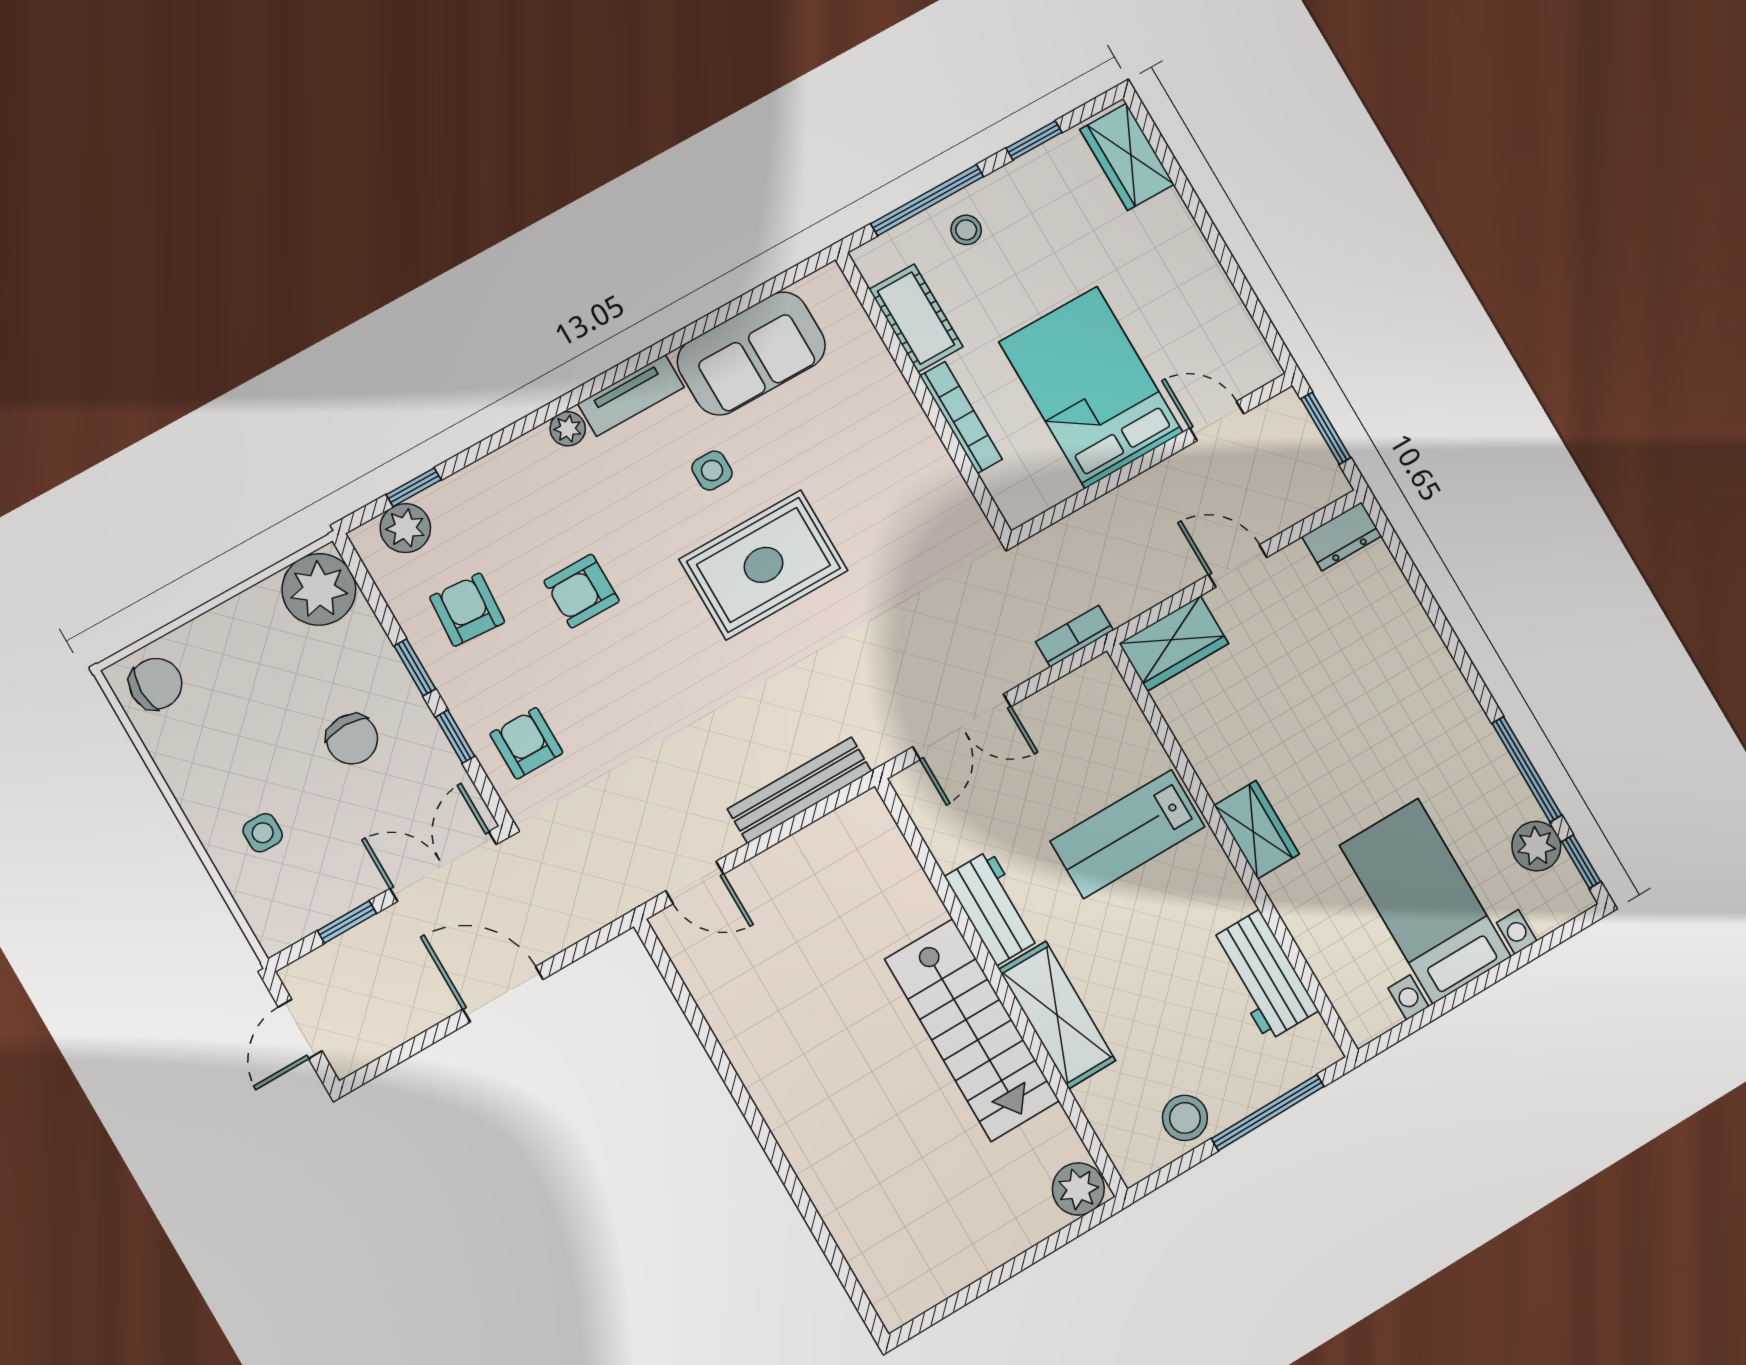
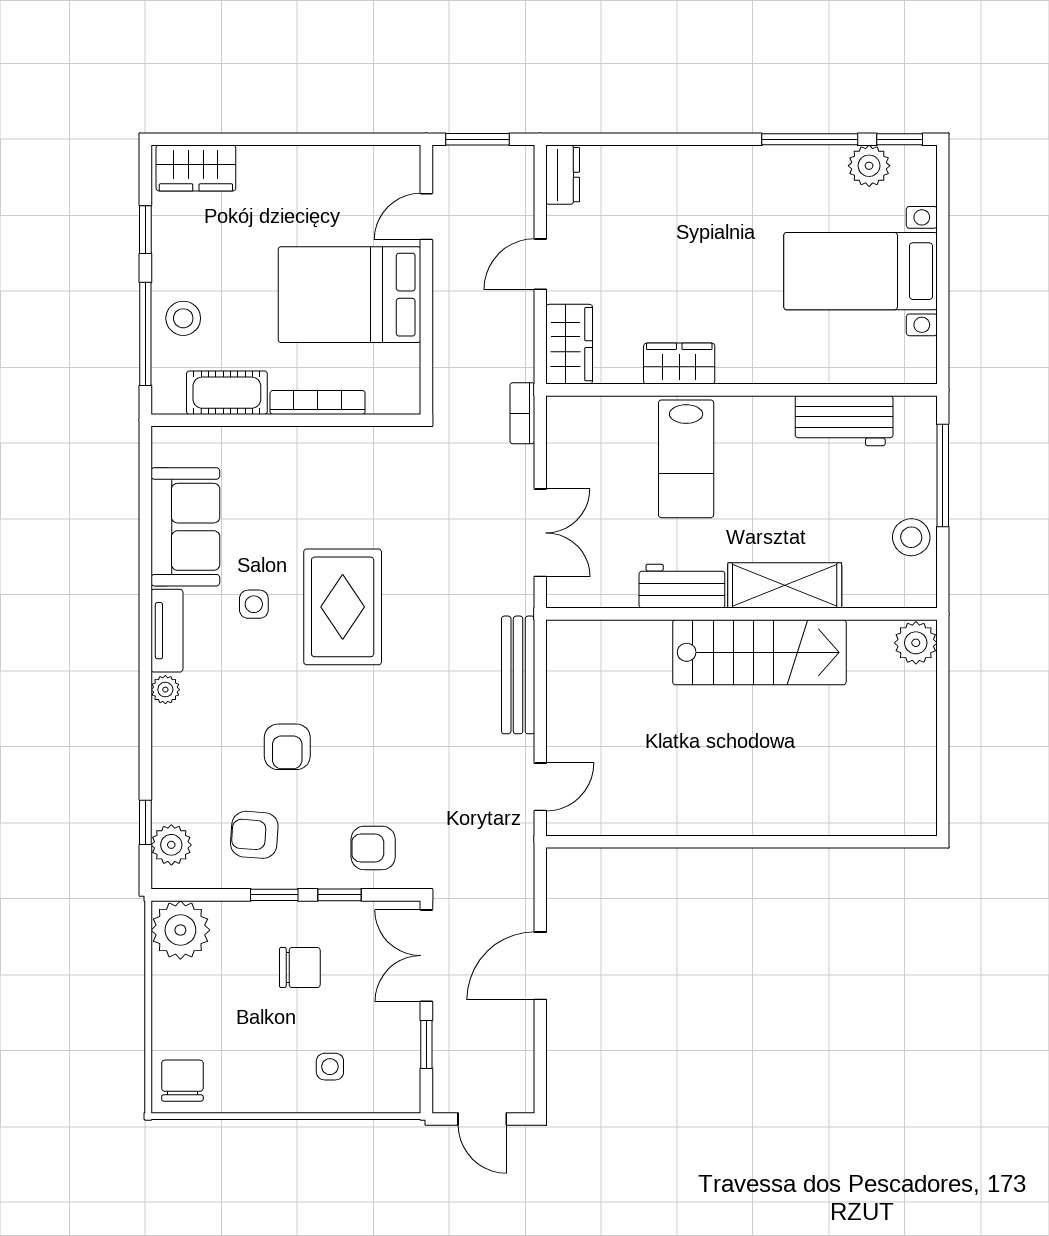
stool: (966, 230) -> (183, 318), width x1.37, depth x1.37
wardrobe: (1257, 830) -> (679, 364), moved

